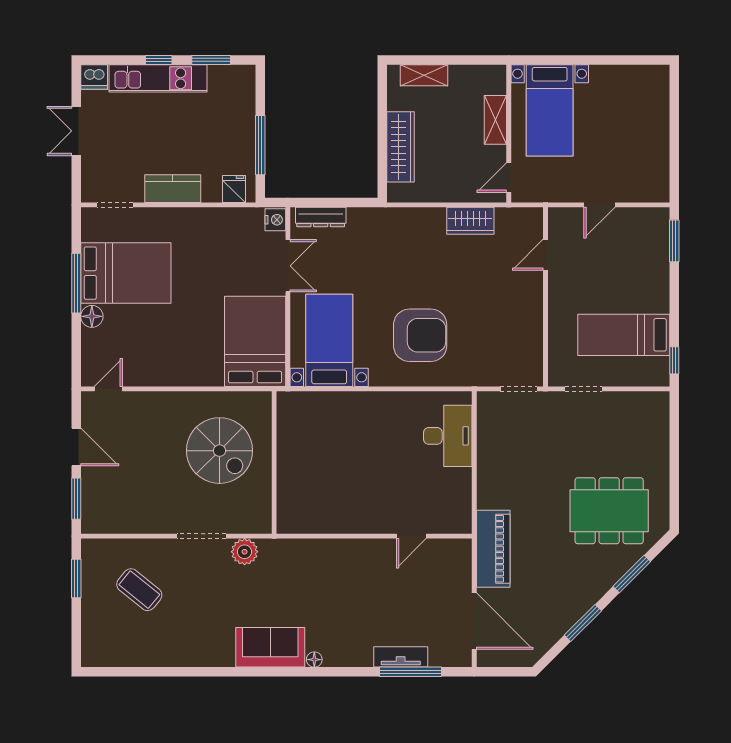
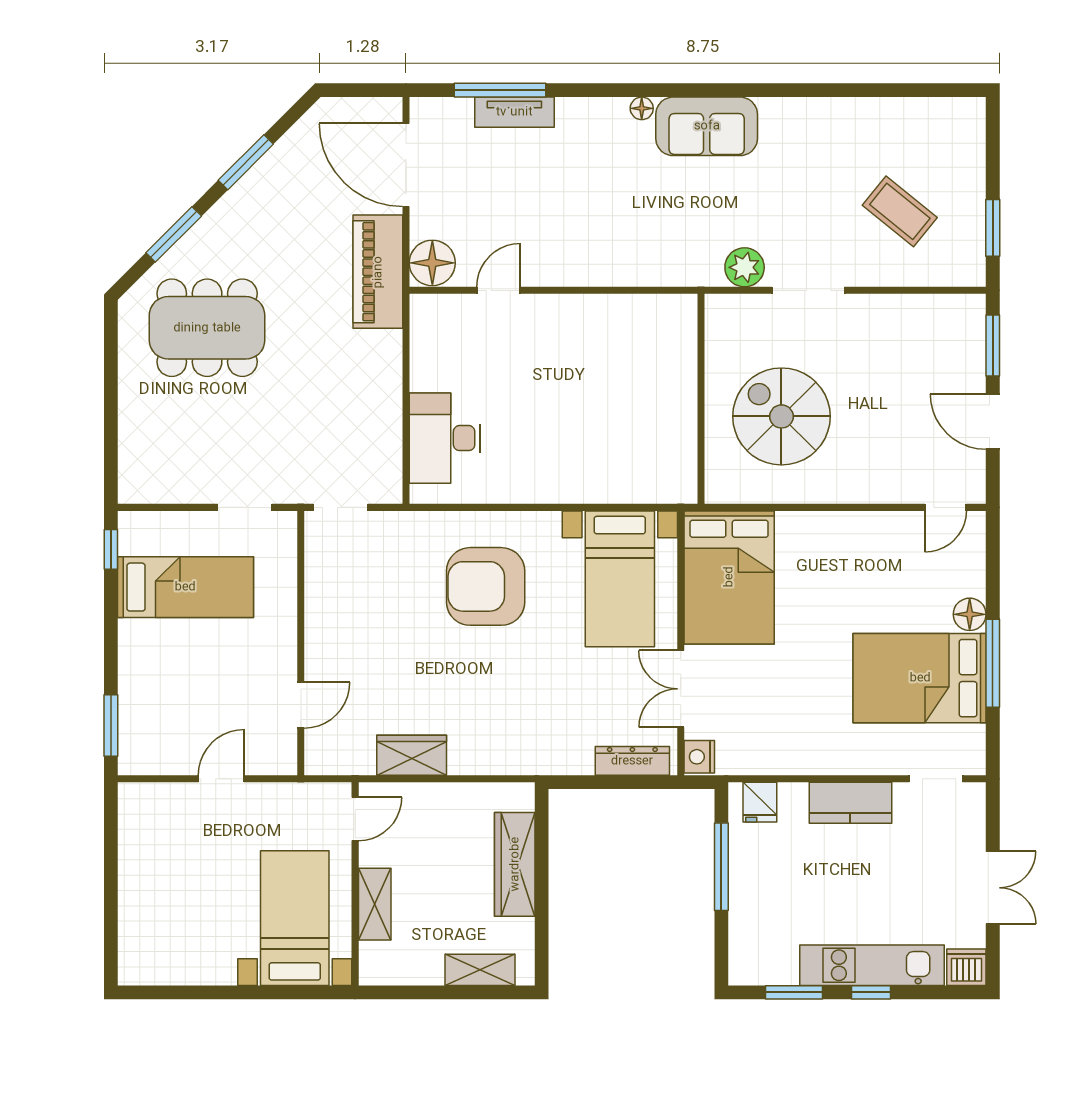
floor lamp: (456, 555) -> (432, 263), added

